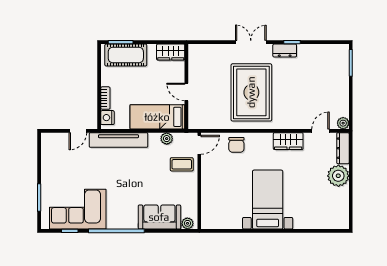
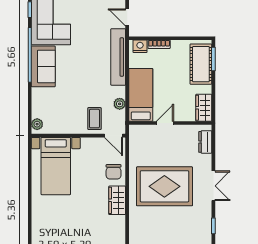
dresser: (285, 51) -> (205, 142), moved
wardrobe: (288, 141) -> (117, 200), moved
chair: (236, 145) -> (114, 172), turned -90
bed with nightstands: (268, 200) -> (56, 166), moved, turned 90
sofa: (159, 217) -> (43, 66), moved

